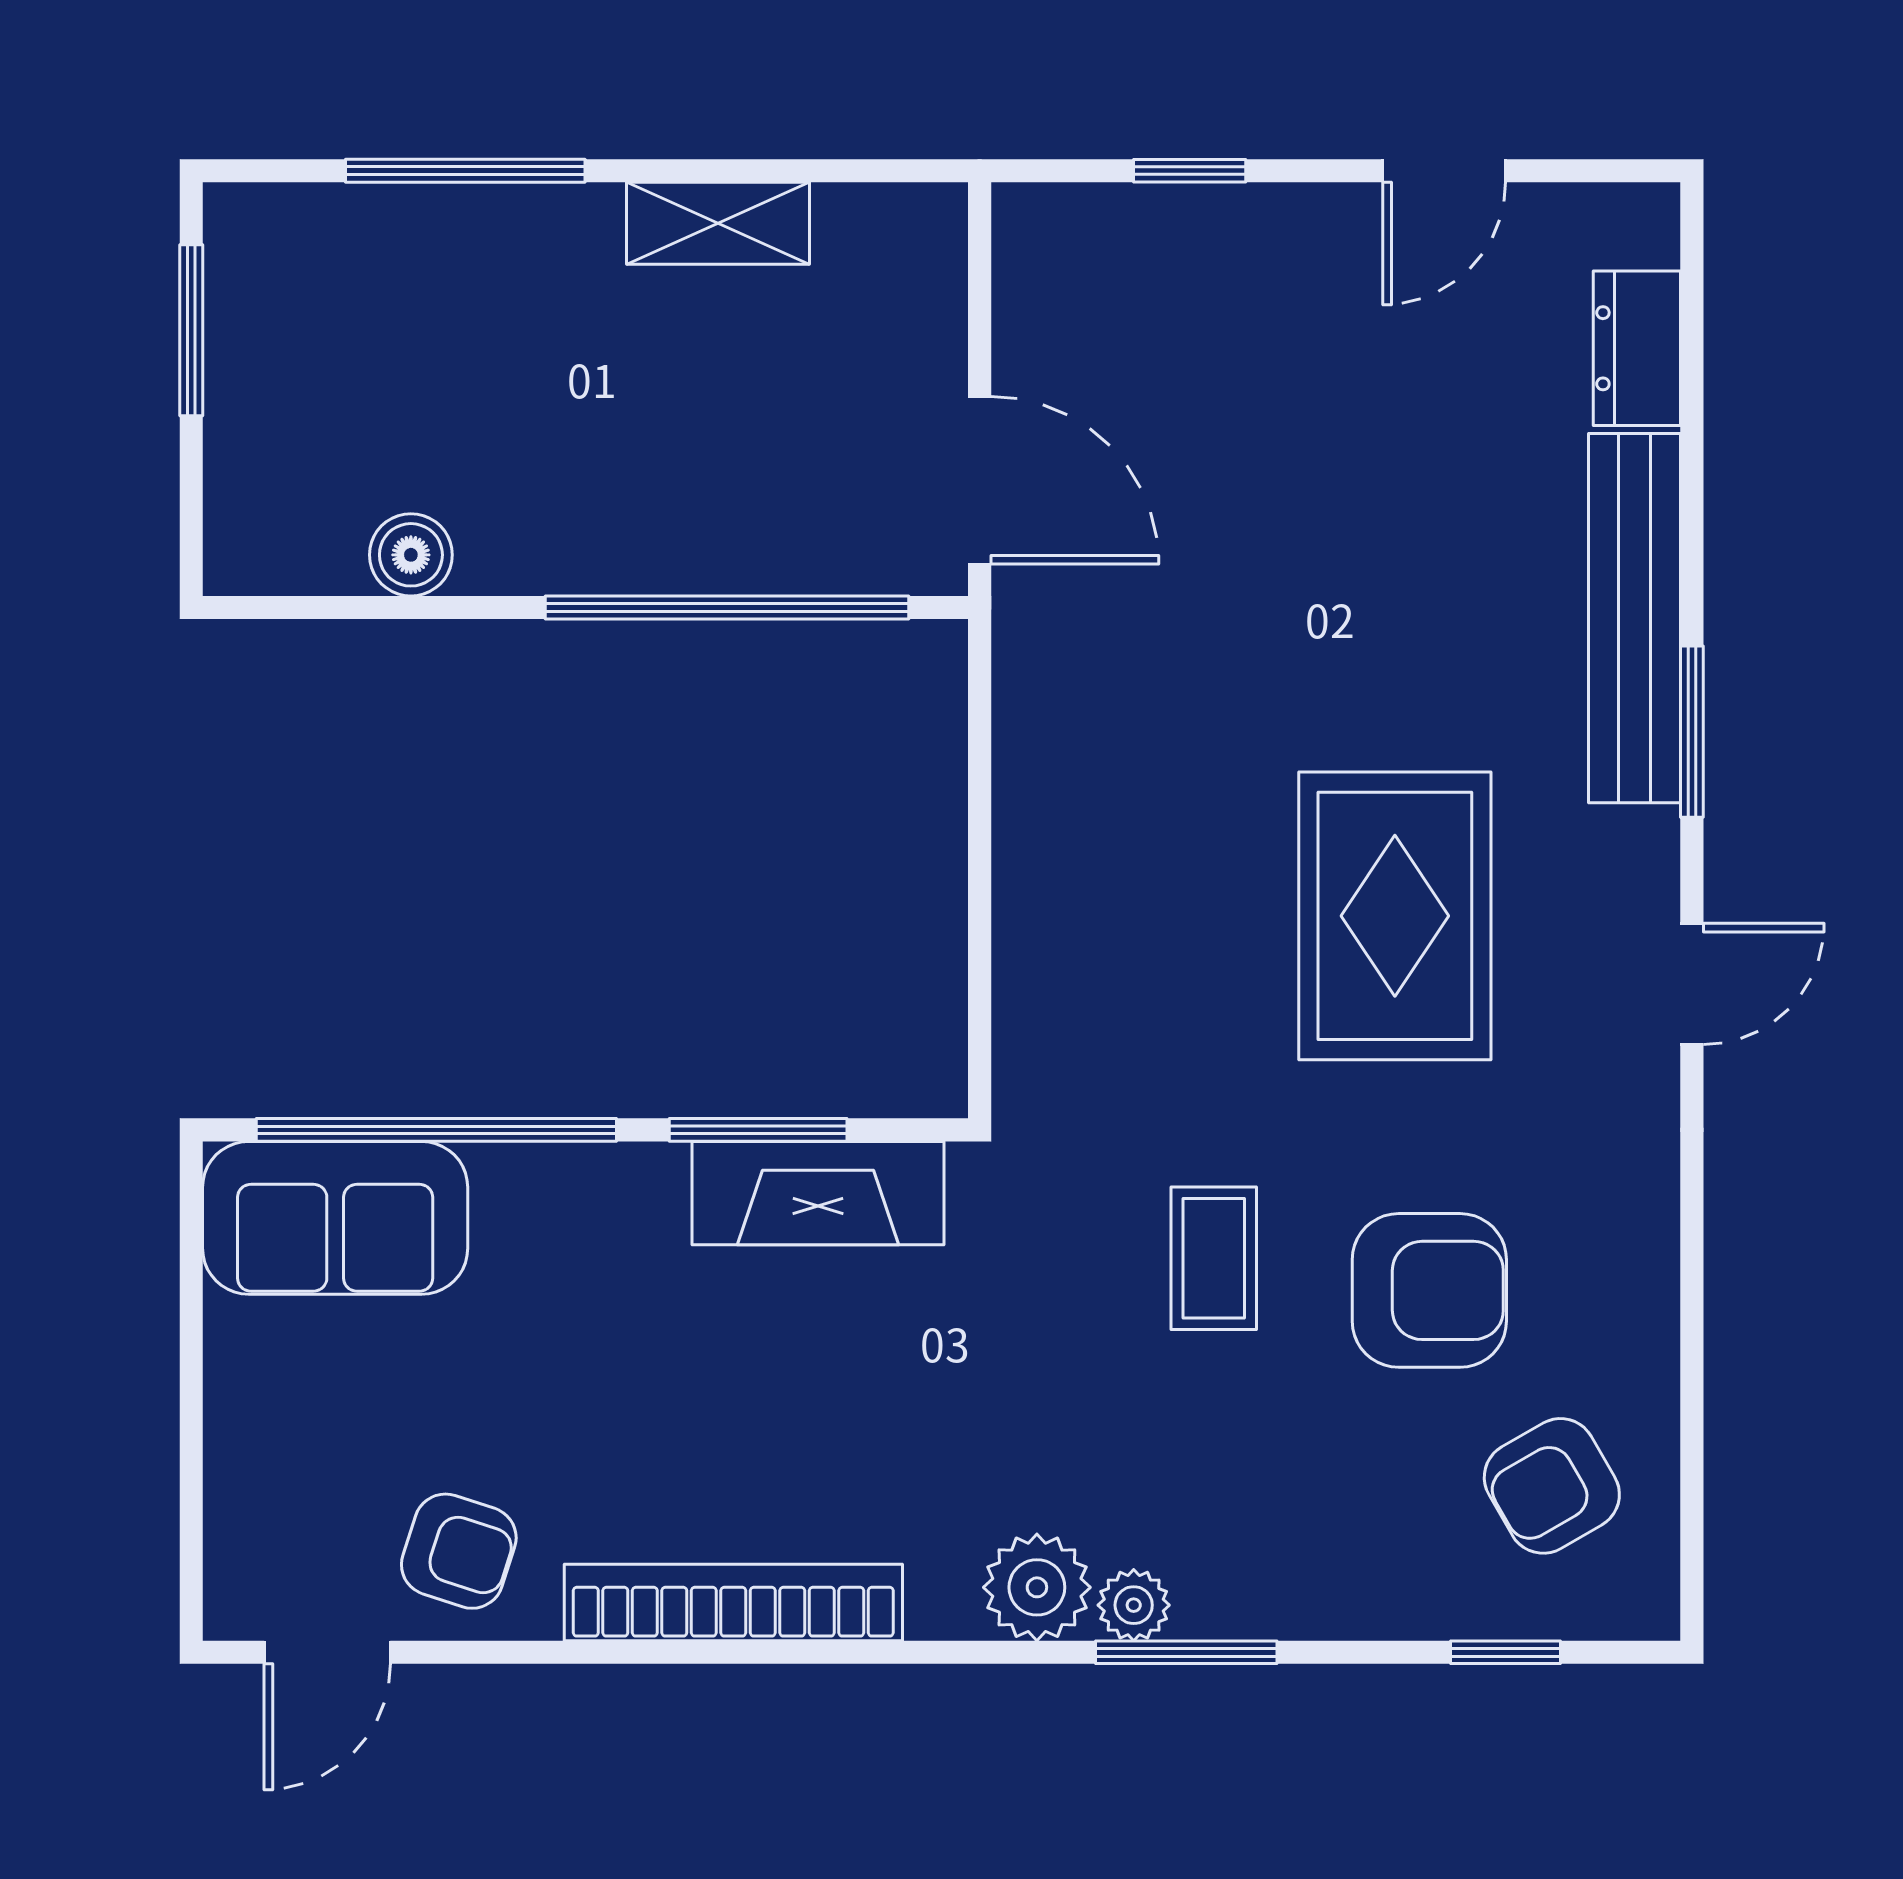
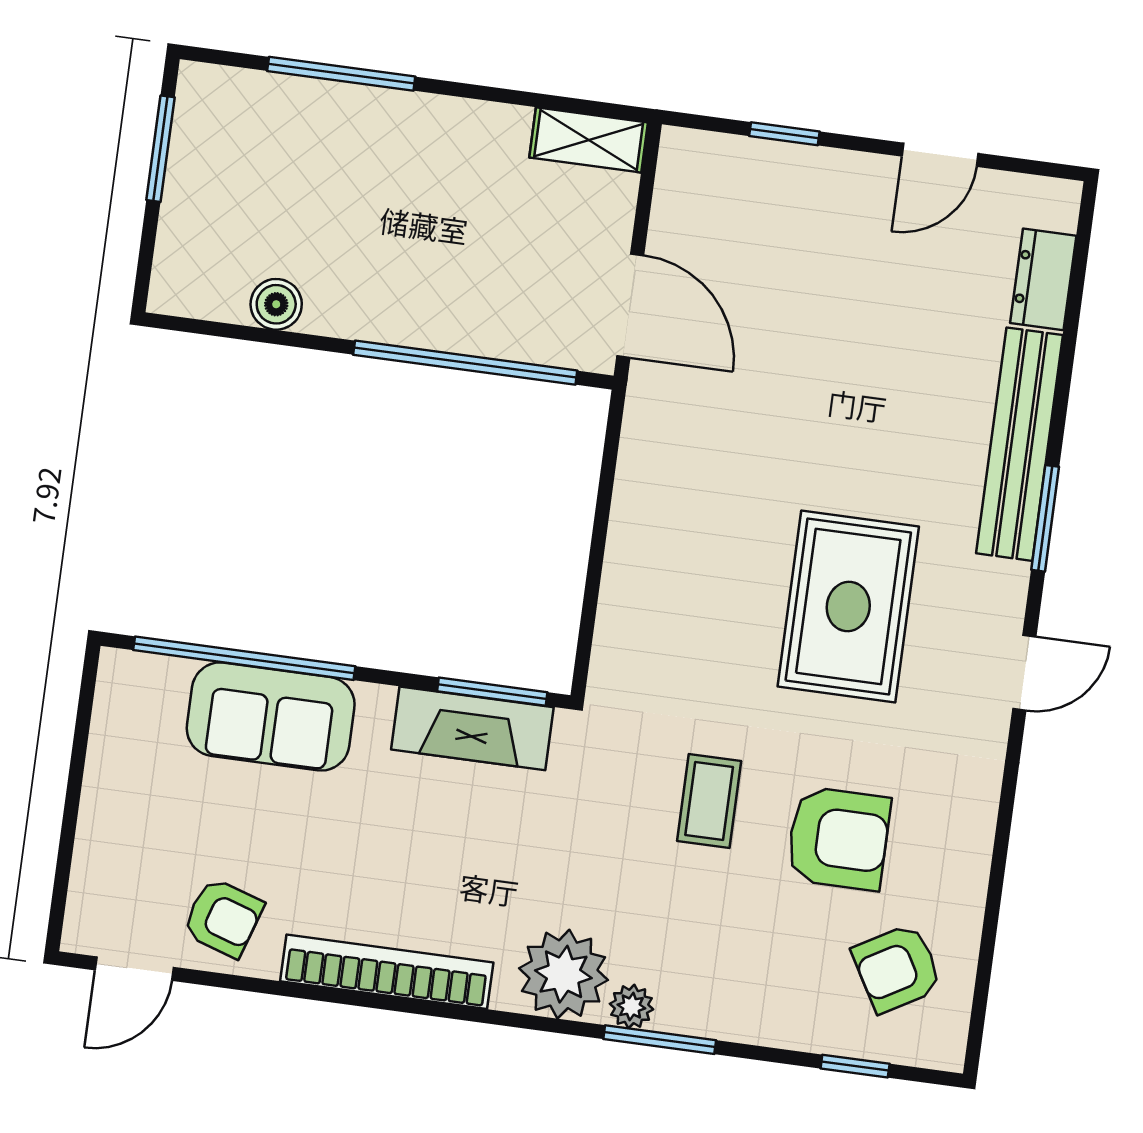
shelving: (718, 223) -> (589, 140), moved
window: (758, 1130) -> (492, 692), moved
sofa: (335, 1218) -> (271, 717), moved
plant: (1037, 1587) -> (563, 974), width x1.36, depth x1.36

